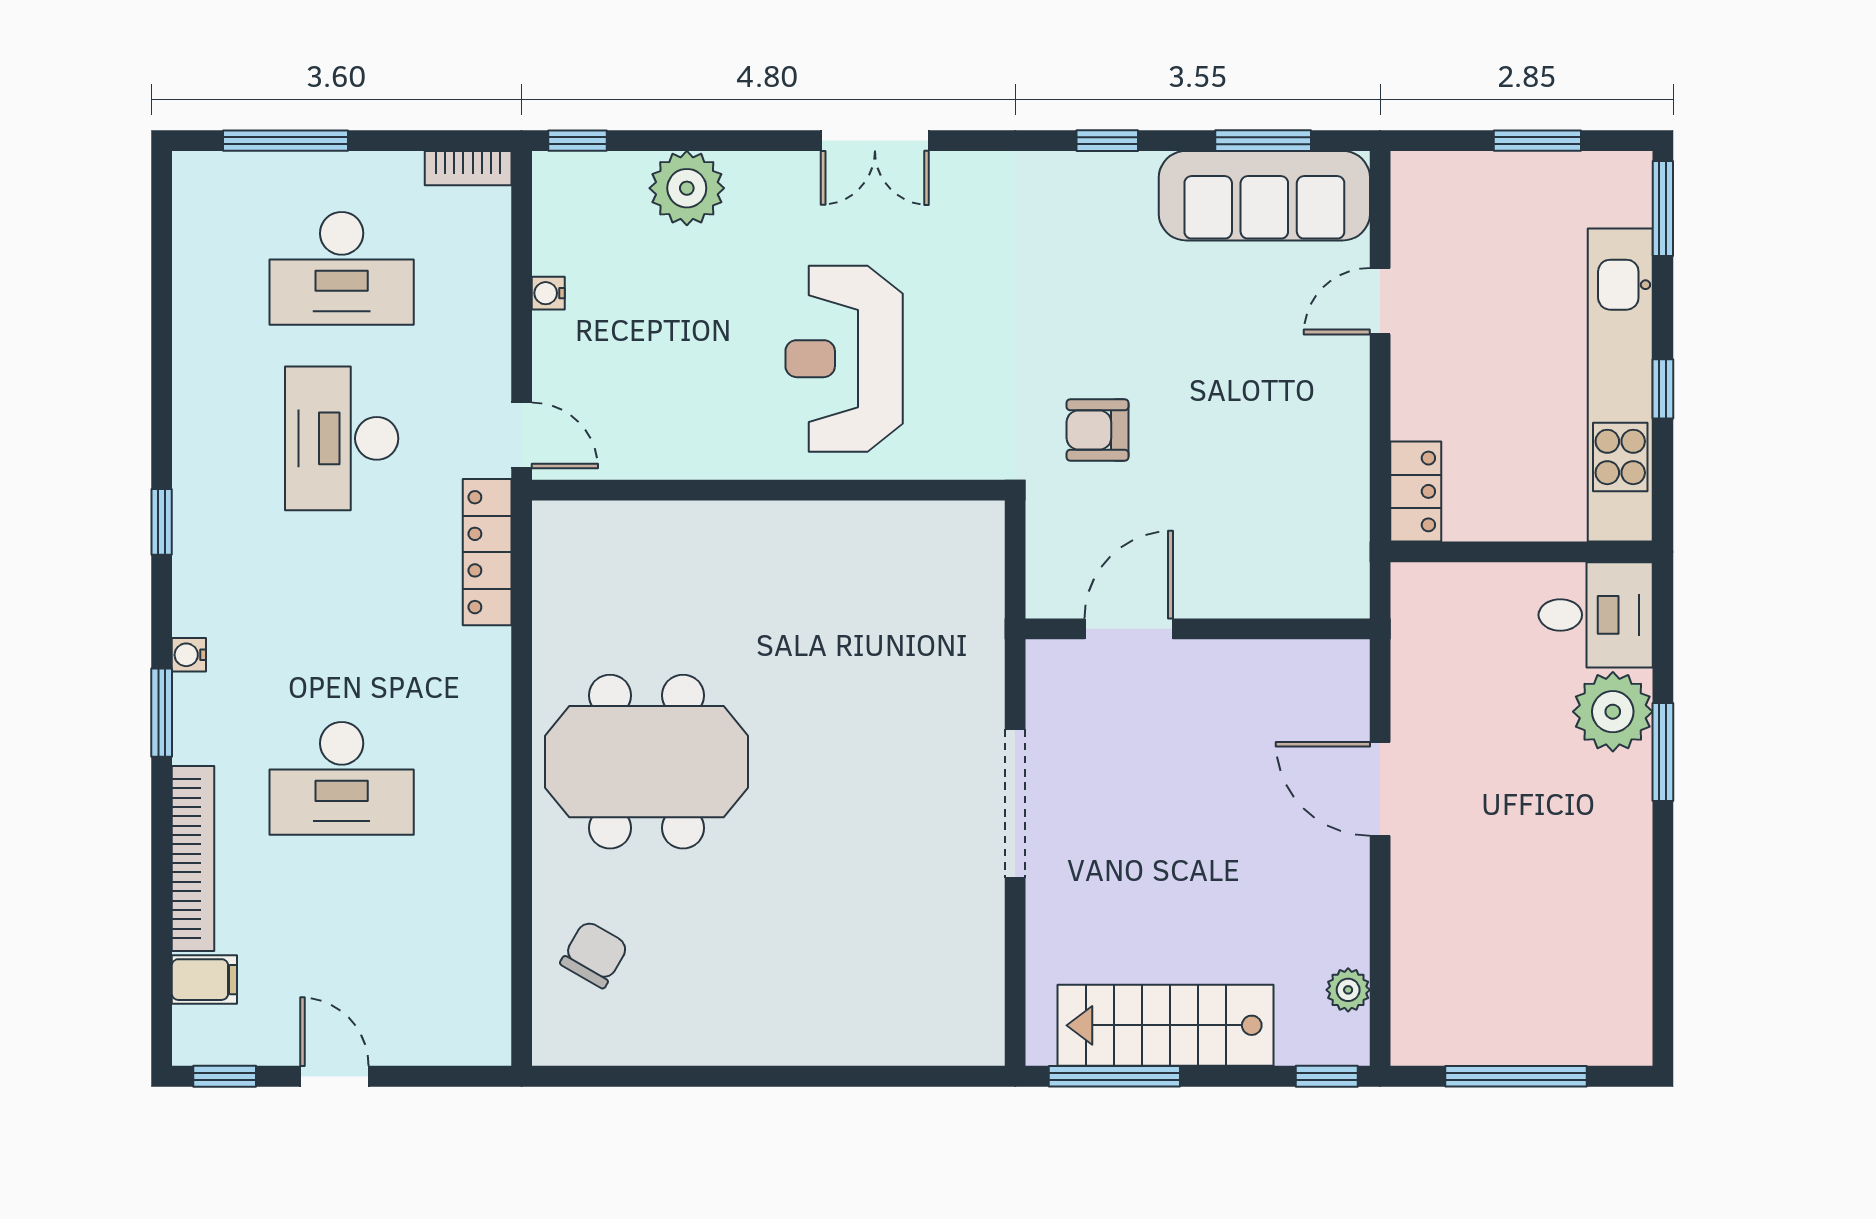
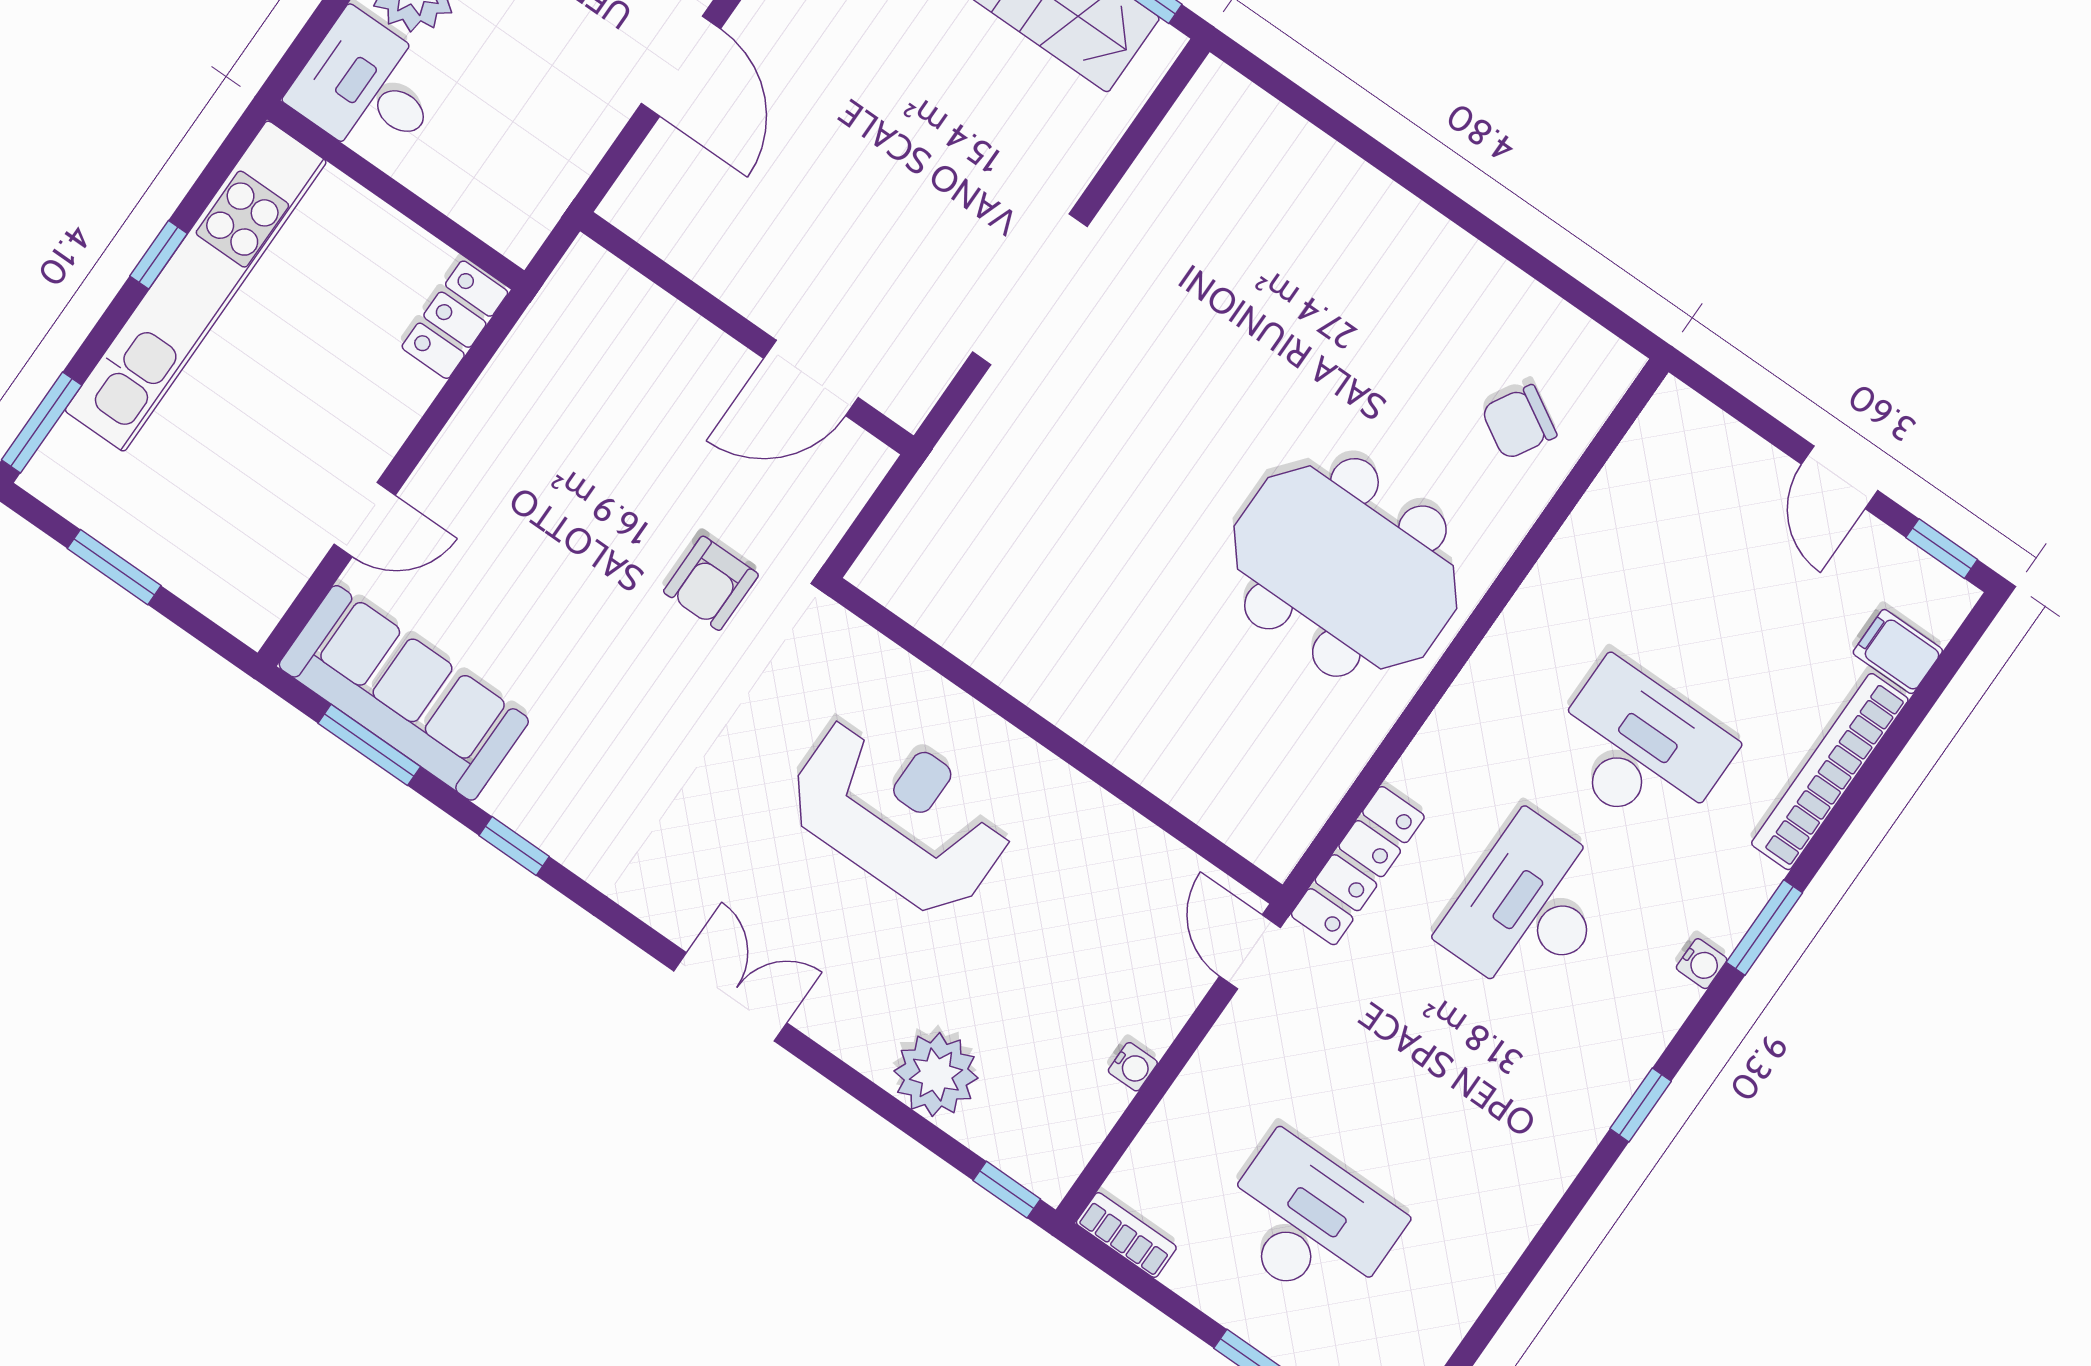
reception desk: (844, 359) -> (900, 814), turned -90
armchair: (1098, 430) -> (711, 583), turned 90
desk: (342, 438) -> (1529, 908), moved, turned 180

